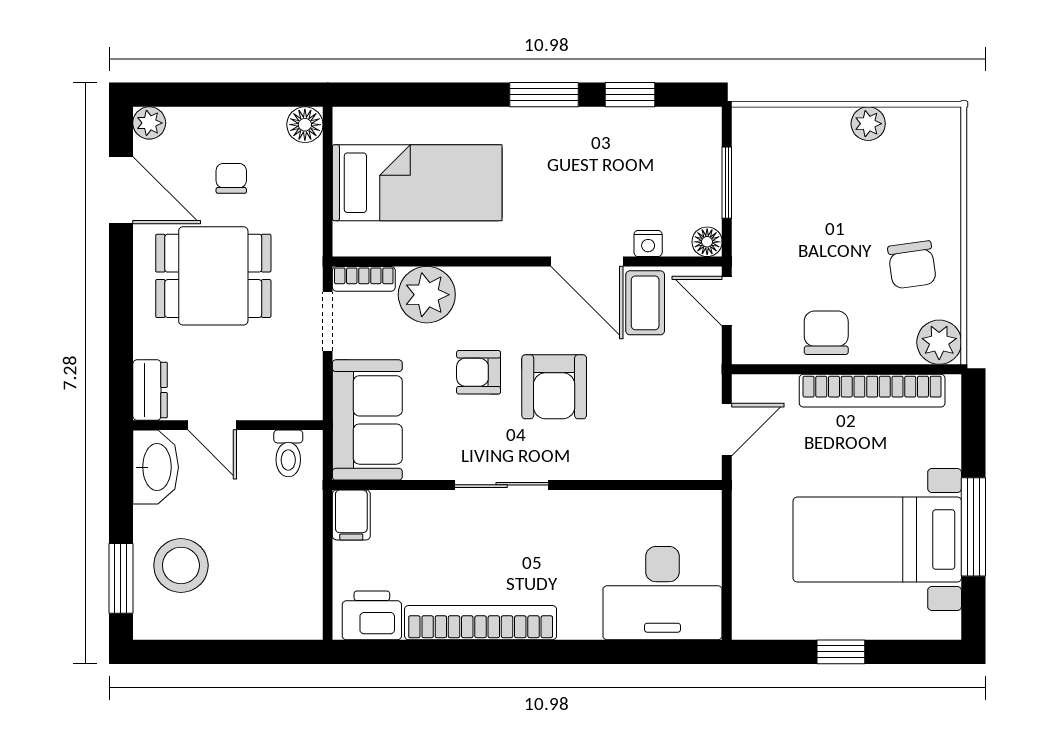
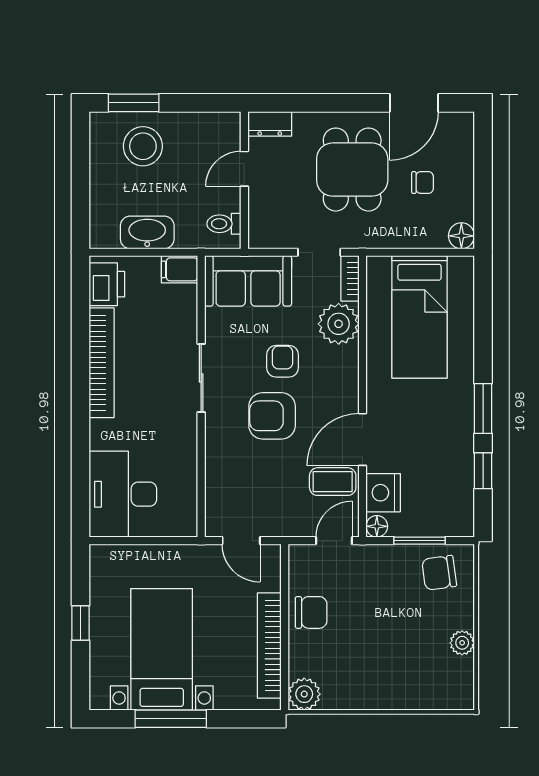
plant: (149, 123) -> (463, 123), removed
nightstand: (648, 244) -> (383, 493), width x1.89, depth x1.79
chair: (912, 265) -> (439, 573), moved
washbasin: (156, 467) -> (147, 232), moved, turned 180

